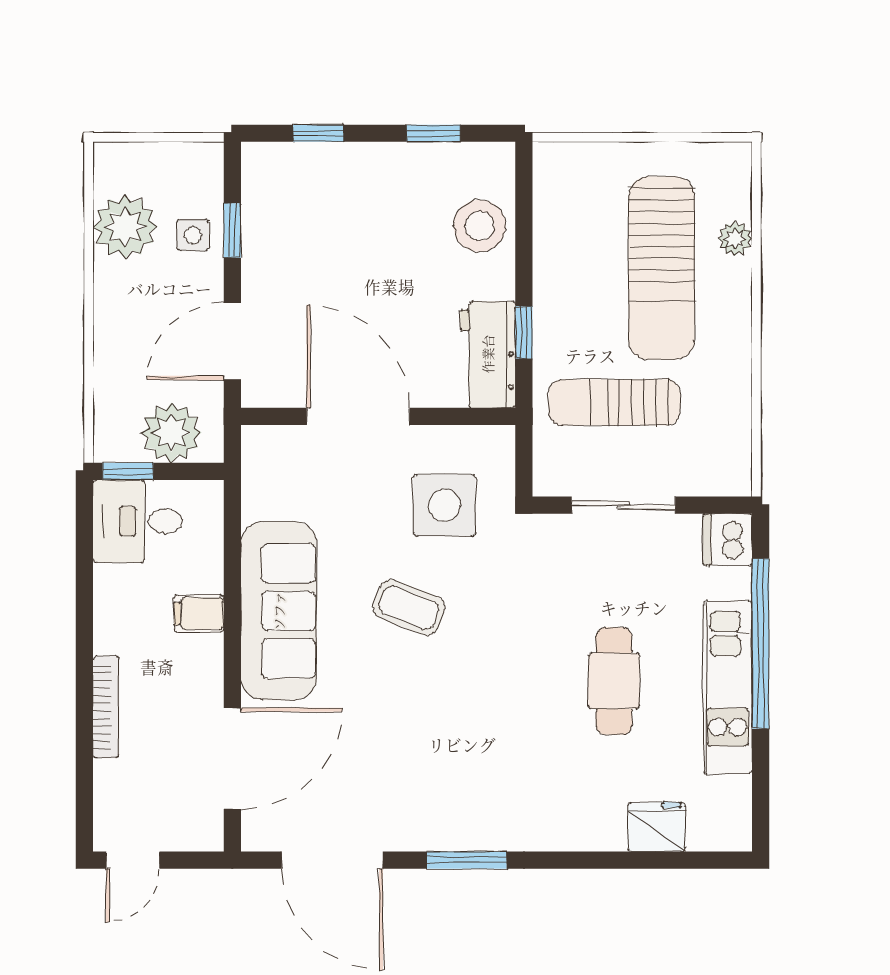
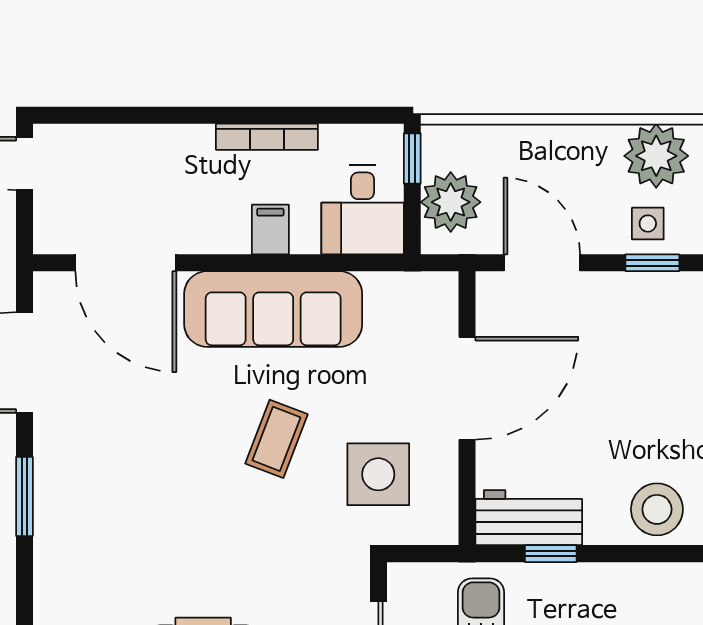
desk: (137, 521) -> (363, 210), moved, turned 180
bookcase: (106, 707) -> (267, 137), moved

